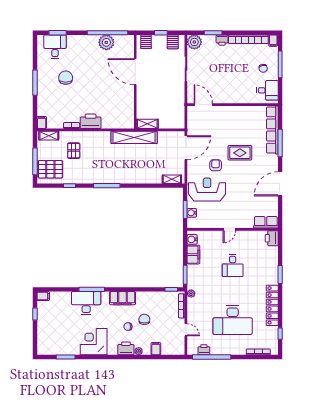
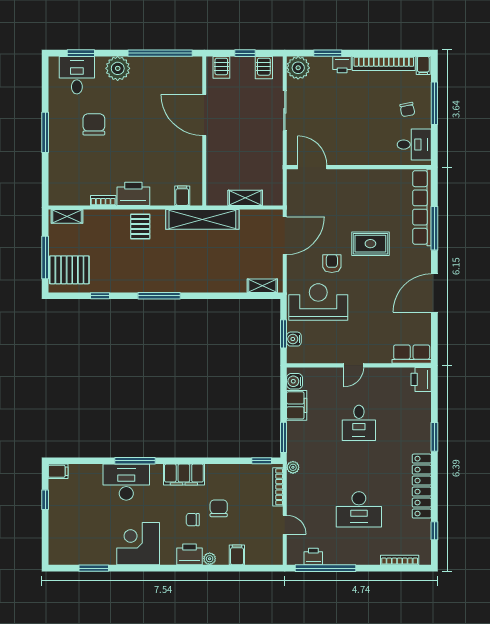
plant: (106, 42) -> (118, 68), moved
filing cabinet: (42, 123) -> (182, 196), moved
shelving: (147, 124) -> (245, 198), moved
pallet: (74, 151) -> (140, 227), moved
desk: (233, 320) -> (359, 509), width x0.73, depth x0.77

